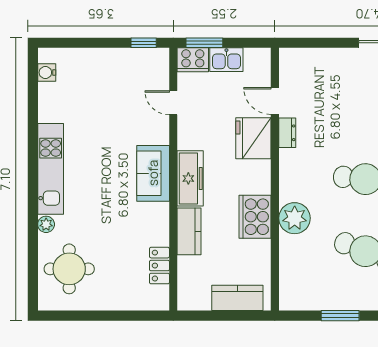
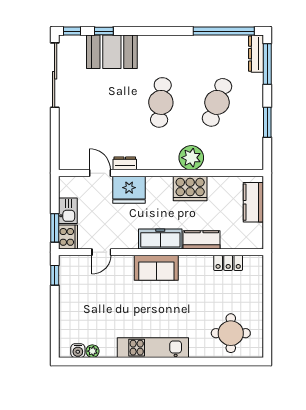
door: (275, 101) -> (100, 173), swing flipped
plant: (46, 224) -> (92, 351), moved

